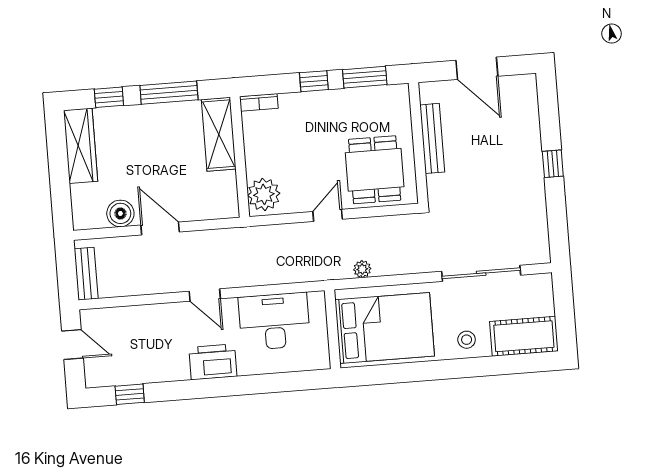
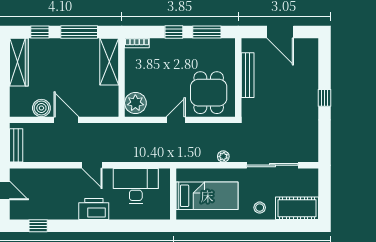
plant: (362, 269) -> (223, 156), moved
bed: (385, 328) -> (207, 196), width x0.67

